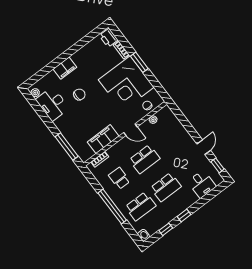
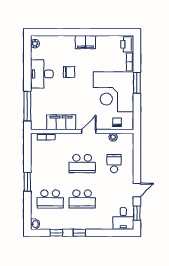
filing cabinet: (65, 68) -> (85, 42), moved
desk: (52, 104) -> (42, 74), moved
door: (130, 130) -> (89, 131), swing flipped
school desk: (119, 178) -> (114, 164), moved
desk: (202, 184) -> (123, 218), moved
window: (112, 206) -> (27, 182), width x0.47

